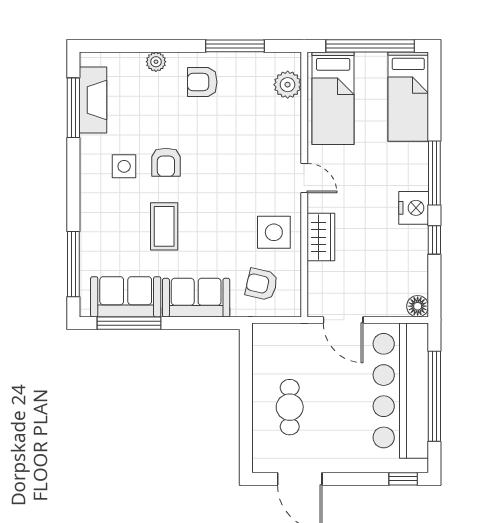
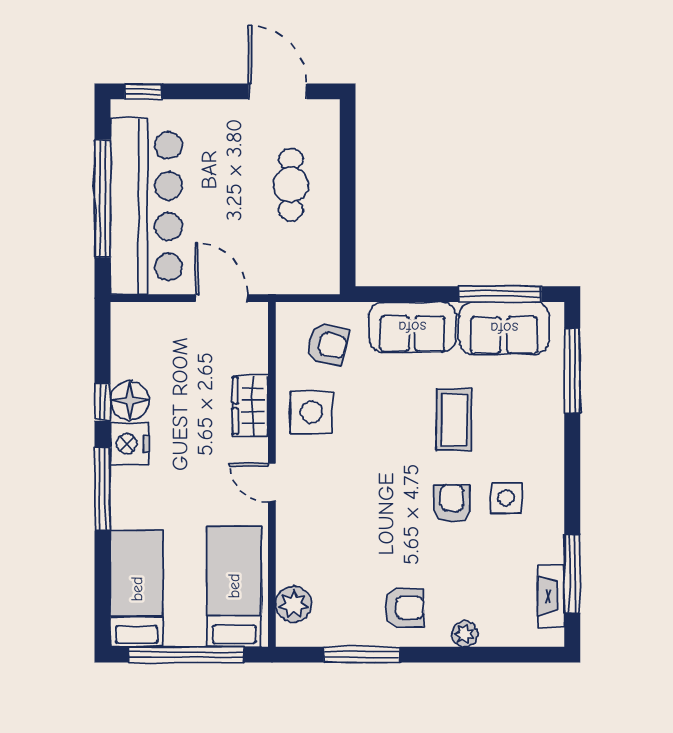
fireplace: (93, 100) -> (551, 596), width x0.73, depth x0.76
floor lamp: (418, 306) -> (130, 401), moved, width x1.38, depth x1.38

